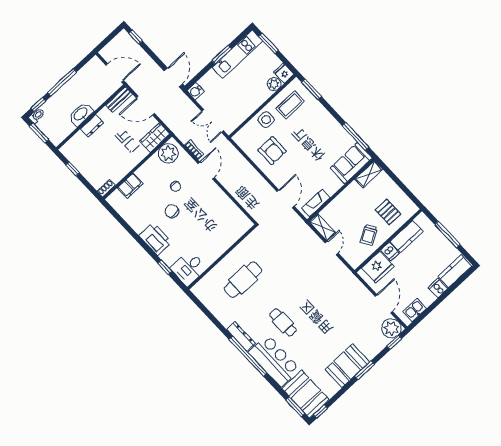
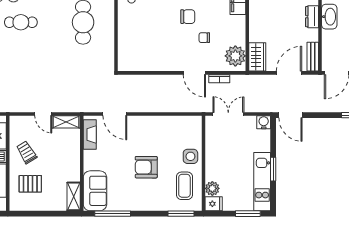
armchair: (272, 151) -> (146, 167), moved

